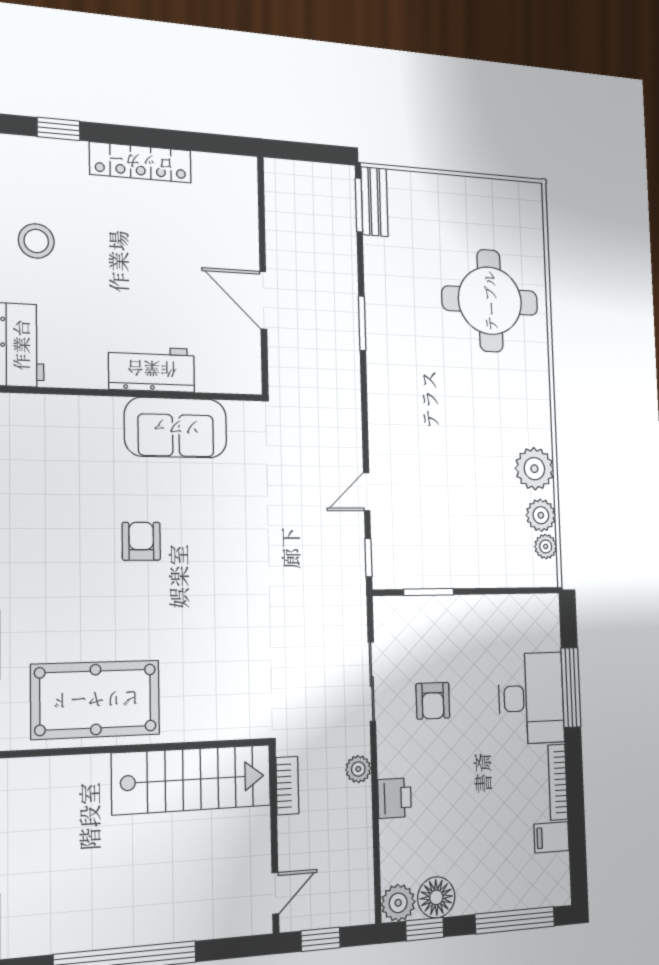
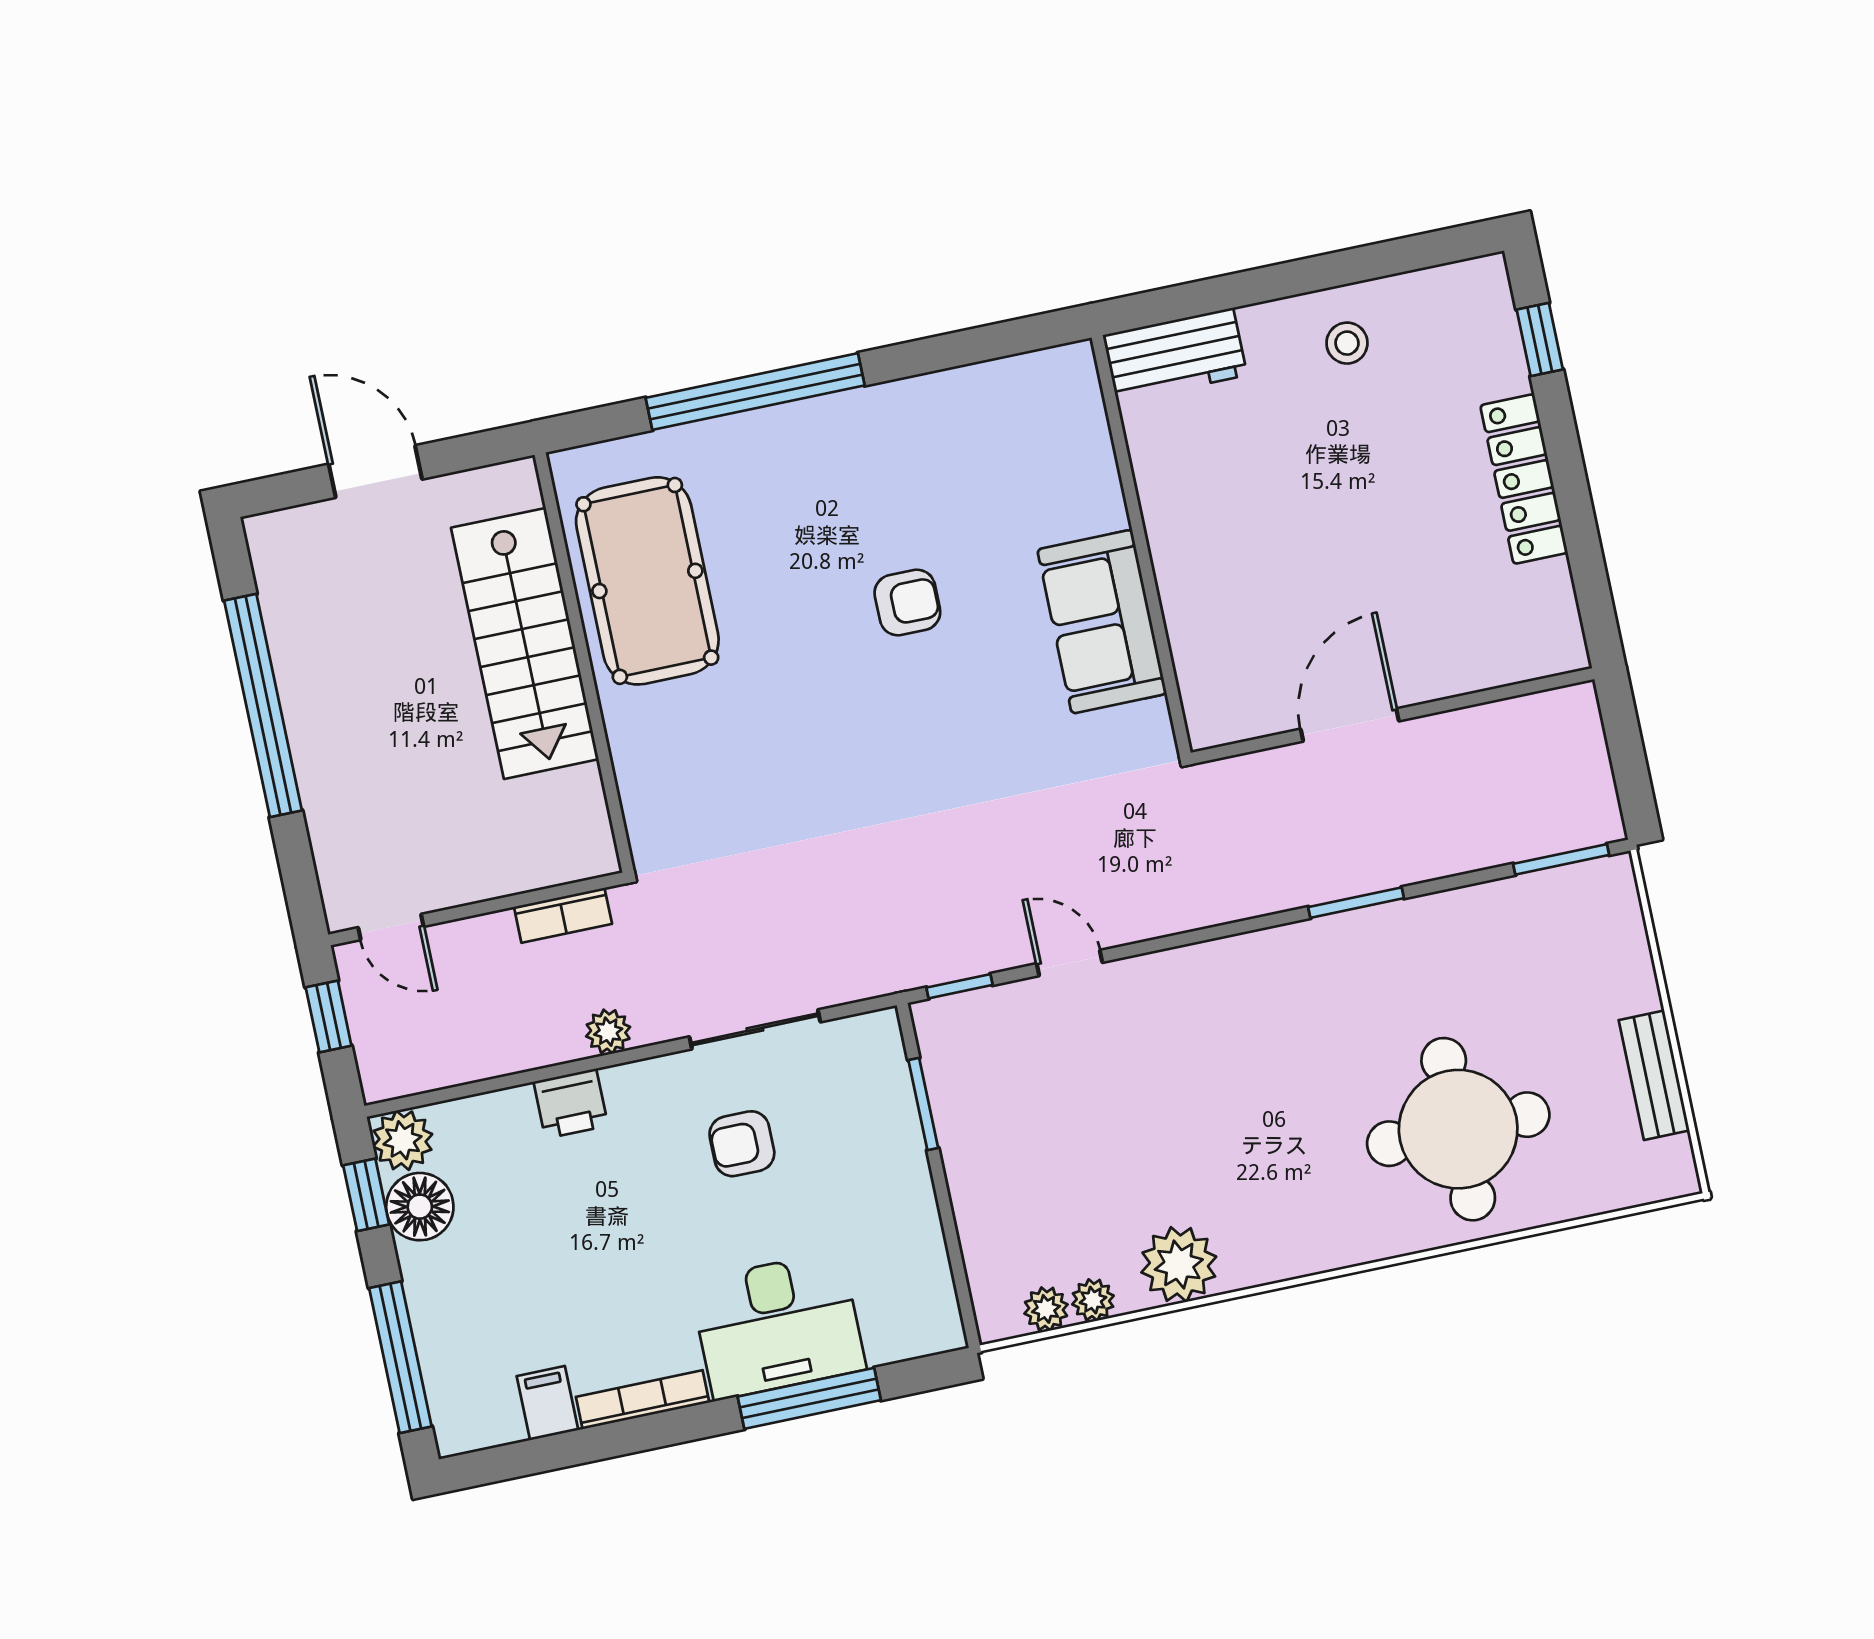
bench: (374, 201) -> (1654, 1075), moved, turned 90
stool: (36, 241) -> (1347, 343), width x0.73, depth x0.73
workbench: (152, 369) -> (1188, 564), removed
plant: (541, 515) -> (1093, 1300), width x0.73, depth x0.73
stairs: (192, 779) -> (525, 643), moved

